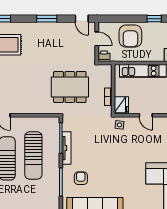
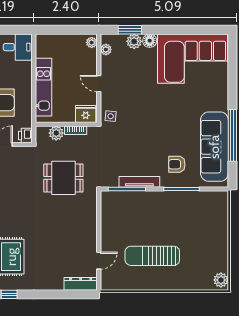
plant: (106, 81) -> (56, 133), added
dining table: (70, 87) -> (63, 178), width x0.73
door: (146, 115) -> (99, 84), swing flipped
sun lounger: (33, 155) -> (149, 223), removed

